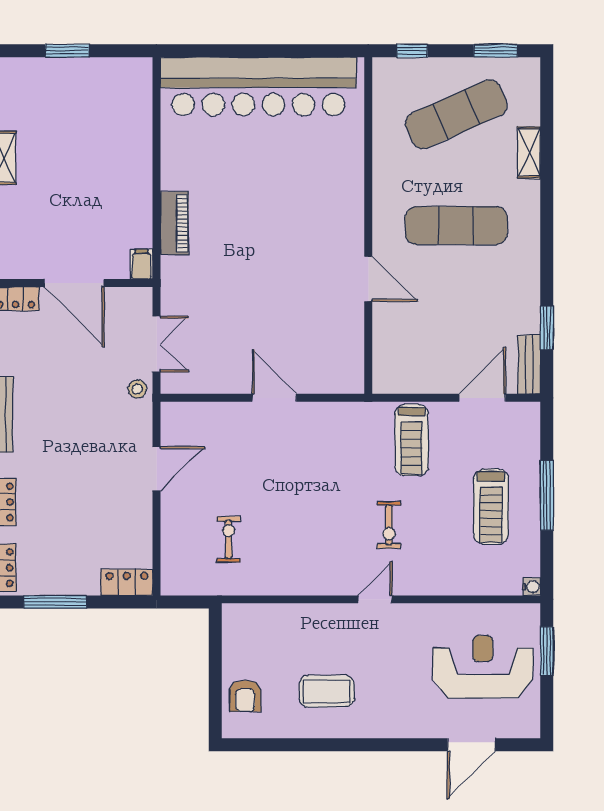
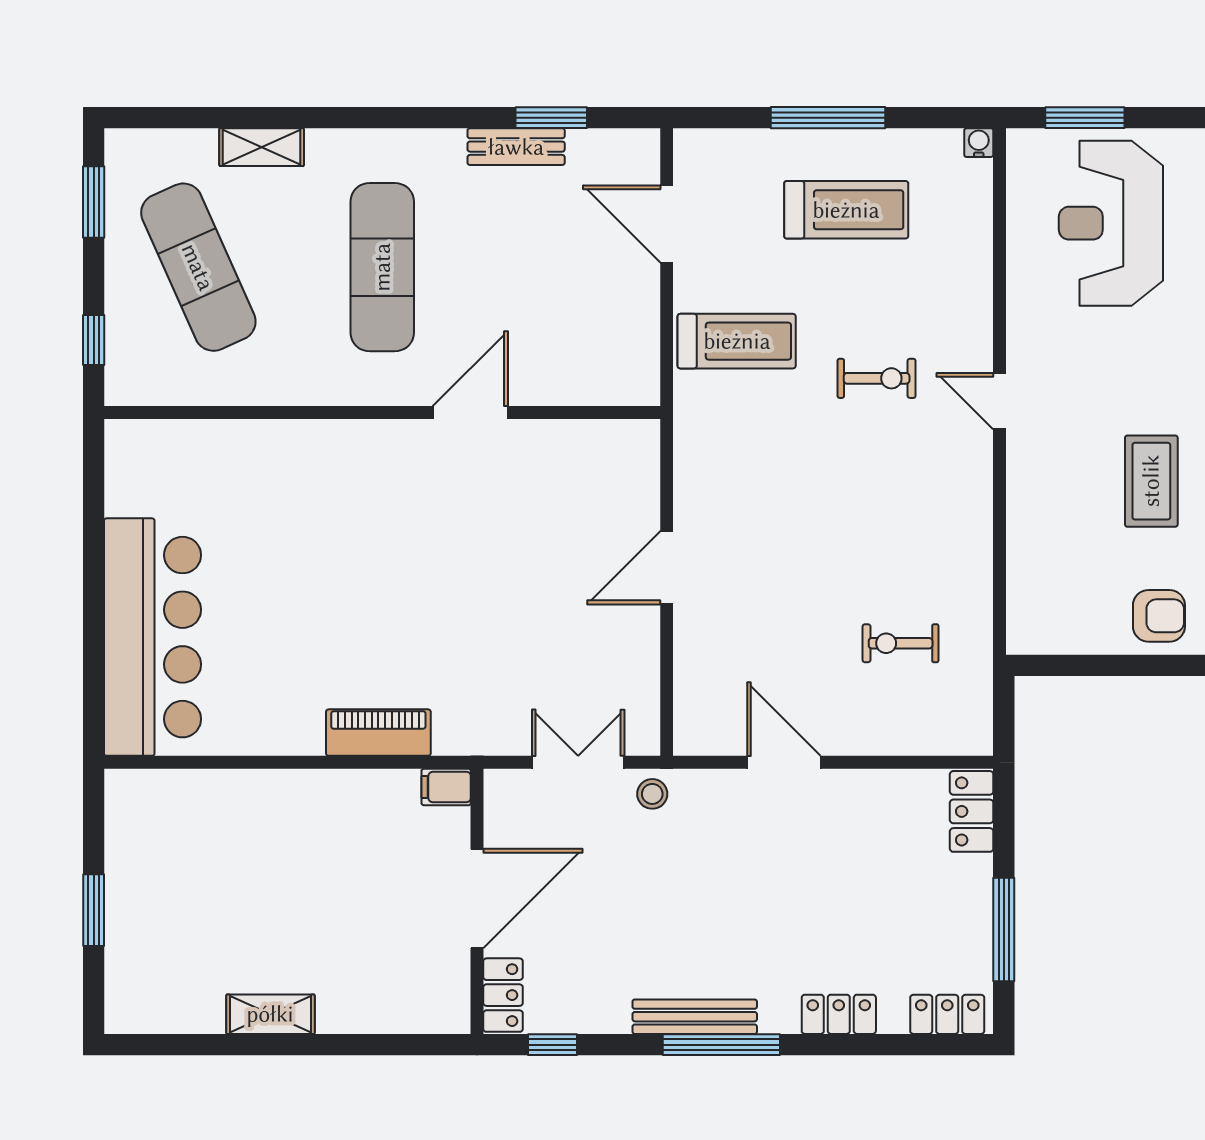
bar counter: (258, 86) -> (153, 637), width x0.73
bench: (529, 365) -> (516, 147), moved

